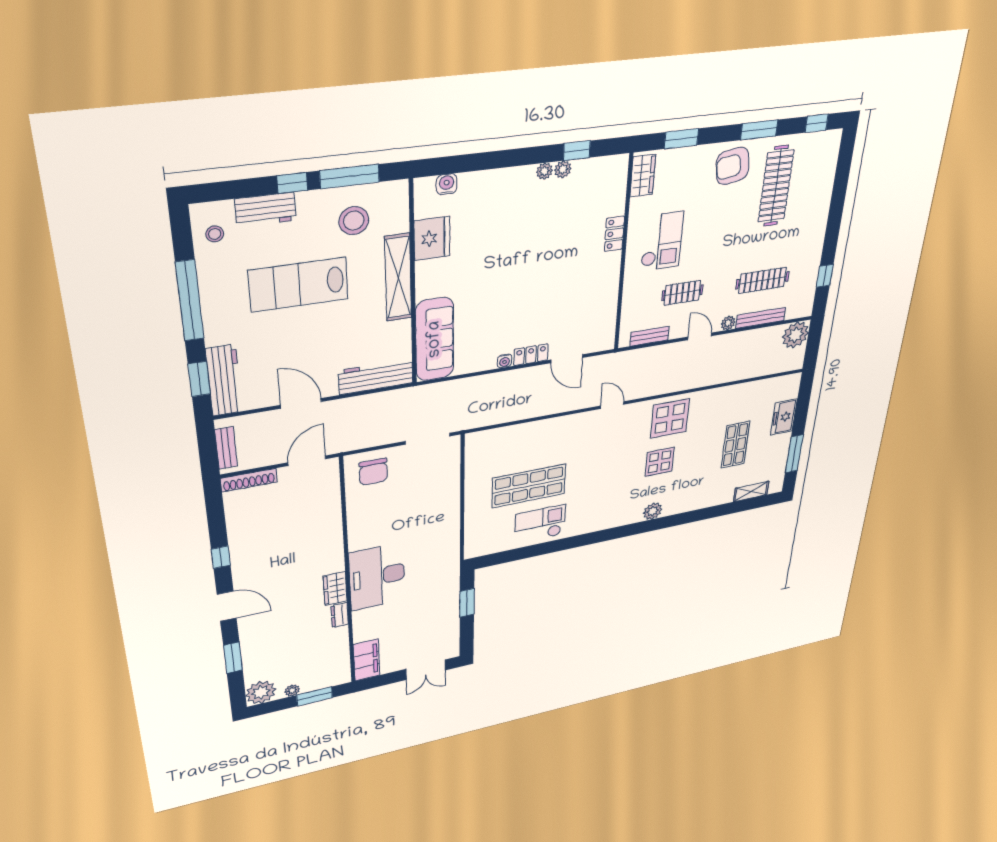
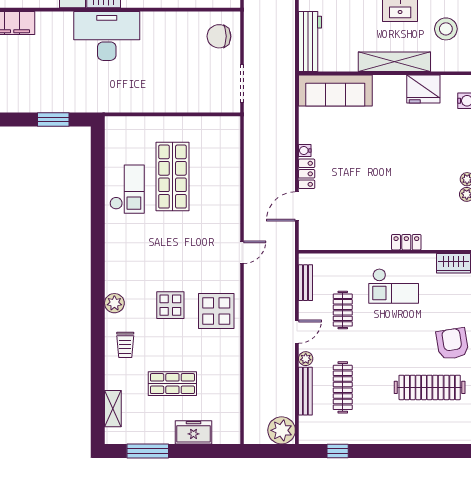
trolley: (693, 494) -> (125, 345), added

